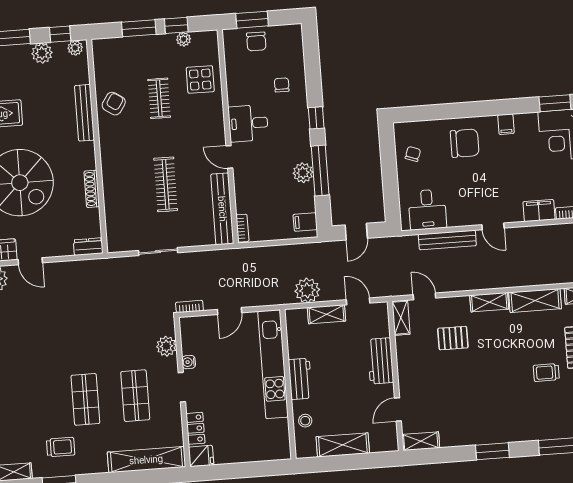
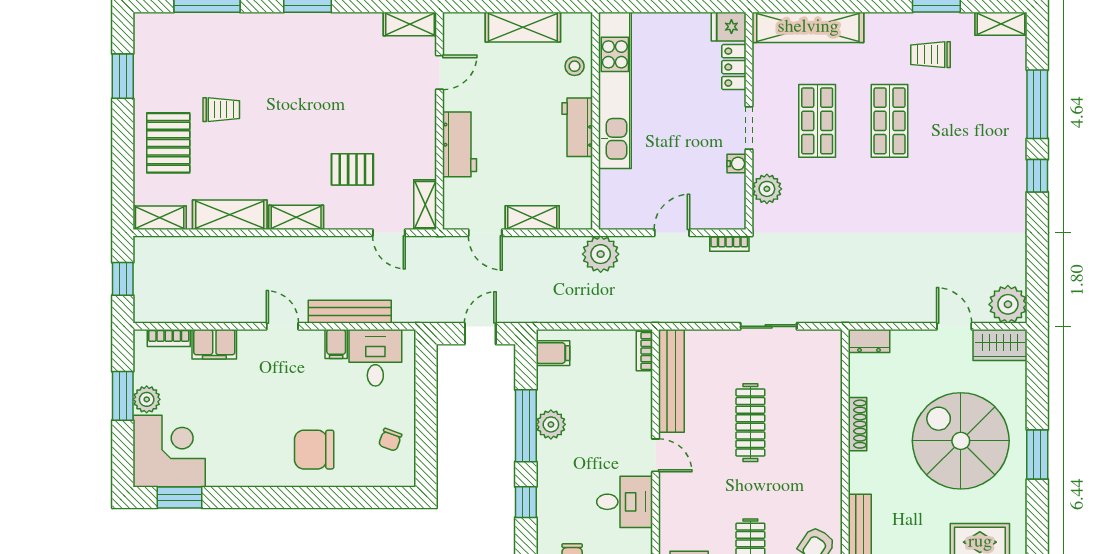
filing cabinet: (506, 124) -> (336, 344), moved, turned 180
plant: (307, 290) -> (601, 254), moved
kitchen unit: (273, 364) -> (615, 90), moved

